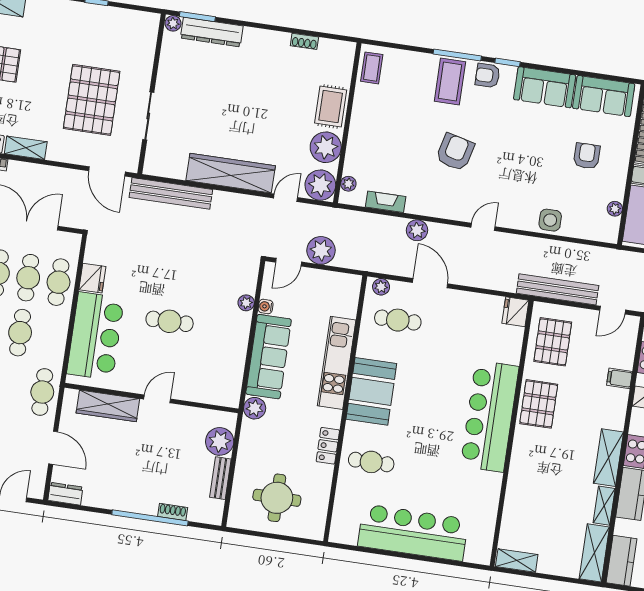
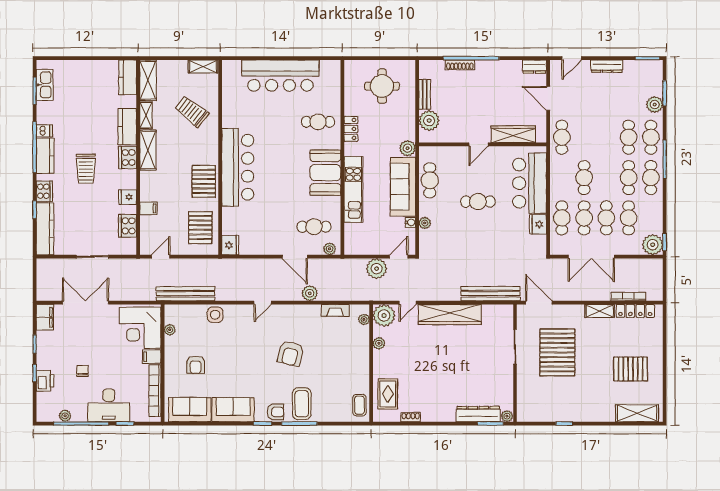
rug: (331, 107) -> (388, 394), moved
plant: (326, 147) -> (379, 343), width x0.53, depth x0.53
bench: (558, 289) -> (186, 294), moved
cafe table: (231, 360) -> (430, 180), added
trolley: (541, 502) -> (192, 111), added
shoe rack: (173, 512) -> (460, 65), width x1.43

